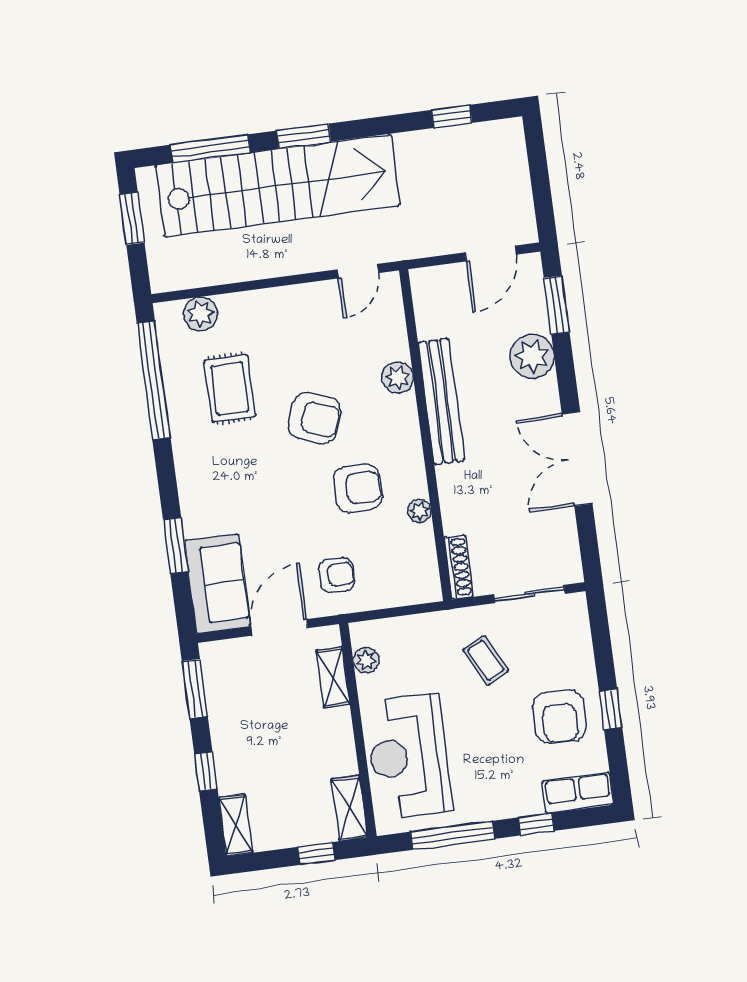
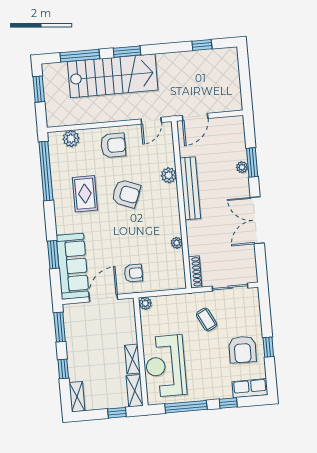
stairs: (277, 185) -> (113, 76), width x0.73
door: (491, 253) -> (195, 117), moved
window: (557, 305) -> (252, 162), moved
plant: (532, 356) -> (242, 167), width x0.53, depth x0.53
rug: (230, 388) -> (85, 194), moved
armchair: (358, 488) -> (113, 145), moved
sofa: (217, 584) -> (73, 266), width x1.36
plant: (366, 660) -> (145, 303), moved
shelving: (333, 677) -> (132, 359), moved

